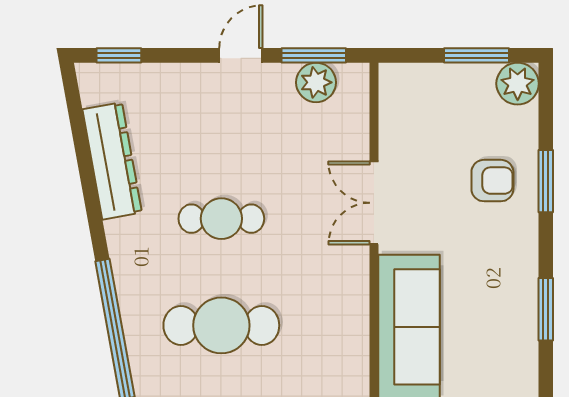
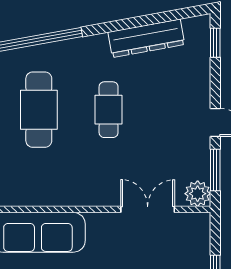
plant: (316, 82) -> (198, 194), moved
double door: (374, 203) -> (148, 209), moved

